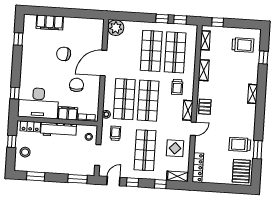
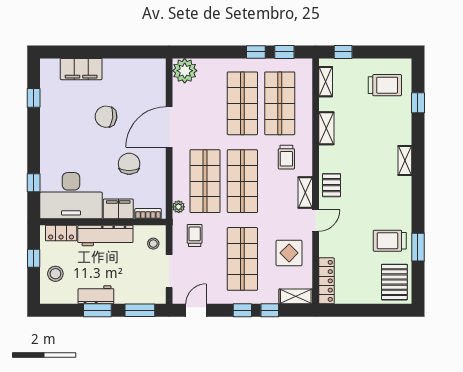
workbench: (50, 167) -> (96, 295), added
window: (36, 176) -> (97, 310), moved
window: (132, 182) -> (242, 310), moved

